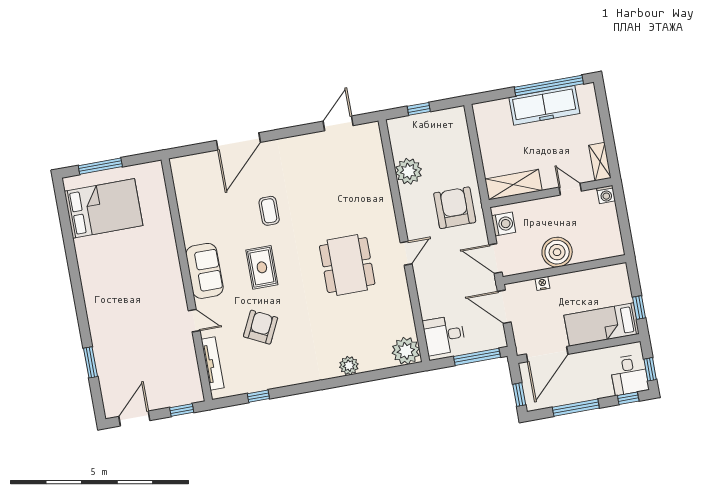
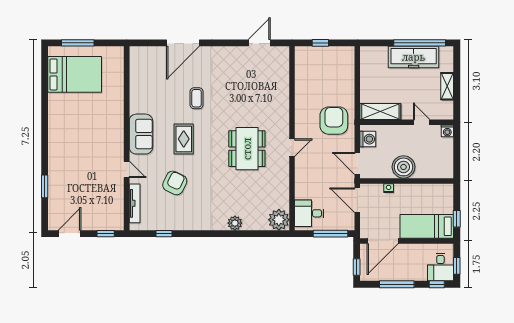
shelving: (600, 162) -> (447, 86), moved
plant: (409, 171) -> (305, 88), removed

